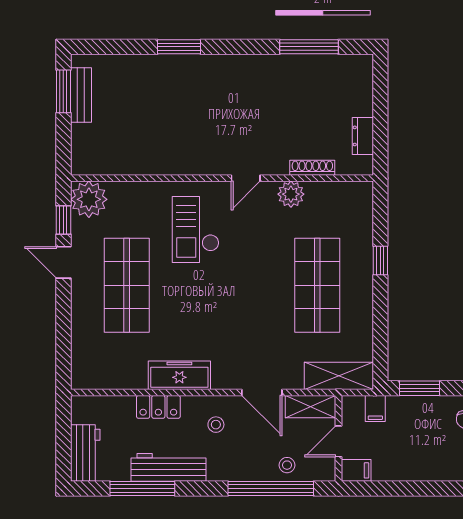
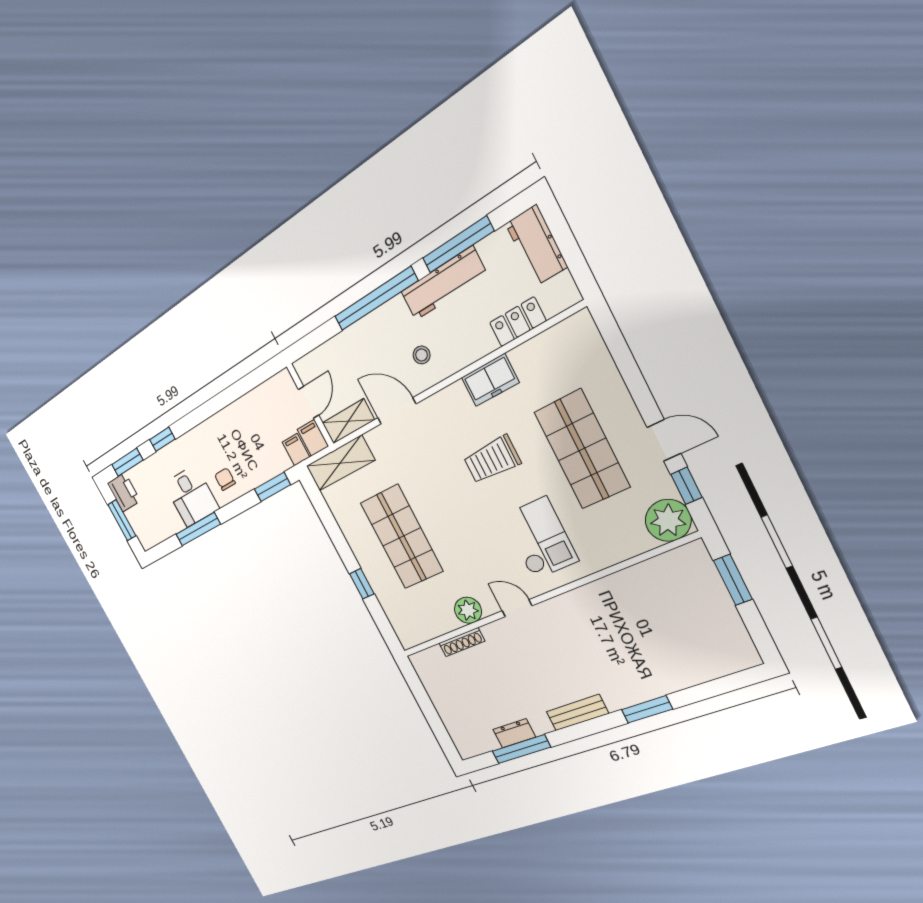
window: (63, 91) -> (733, 580), moved
bench: (81, 95) -> (577, 713), moved, turned 90
dresser: (363, 136) -> (514, 733), moved, turned -90
door: (246, 178) -> (517, 608), hinge flipped
trolley: (202, 312) -> (492, 460), added
freezer: (179, 375) -> (490, 380), width x0.71
locker: (158, 407) -> (518, 322), moved
stool: (287, 465) -> (339, 354), removed
filing cabinet: (356, 470) -> (313, 438), moved, turned 90
window: (271, 489) -> (376, 299), moved

